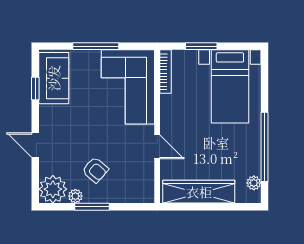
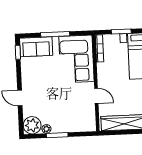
sofa: (54, 78) -> (36, 47), moved, turned 90
window: (35, 89) -> (18, 52), moved
armchair: (95, 170) -> (58, 112), removed

